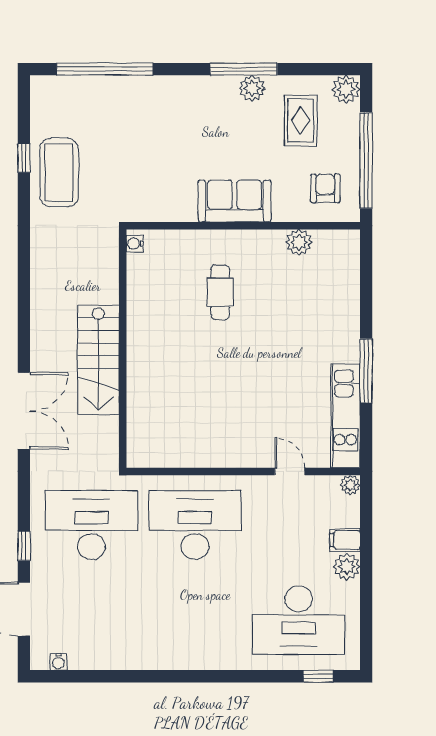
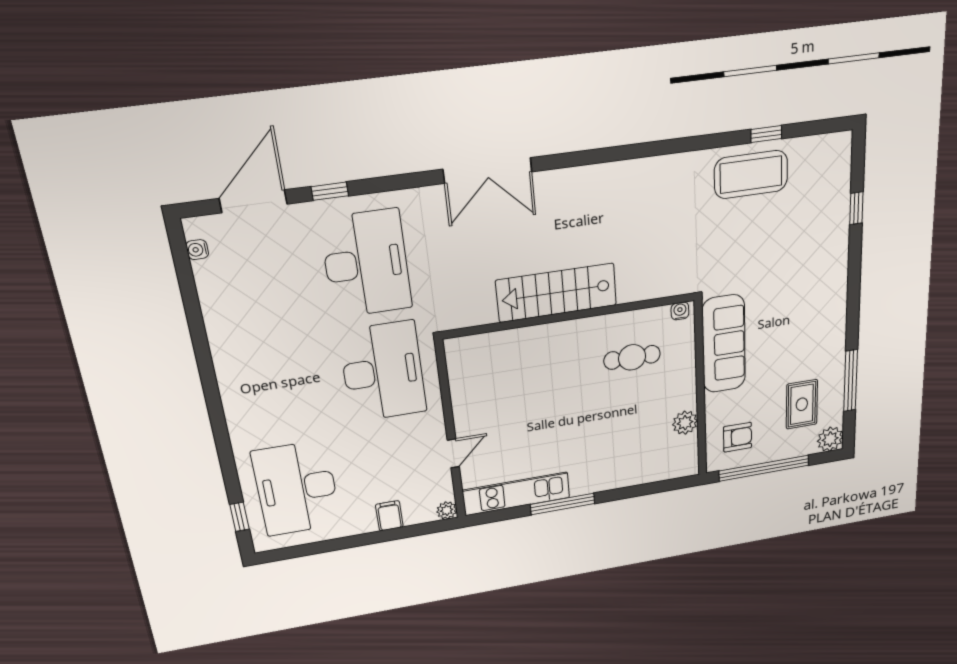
window: (105, 69) -> (856, 208), width x0.32
window: (244, 69) -> (851, 381), moved
plant: (252, 88) -> (833, 355), removed
rug: (301, 120) -> (802, 404), turned 90
sofa: (235, 201) -> (724, 344), width x1.36
water cooler: (135, 244) -> (680, 311), moved
wall: (123, 349) -> (570, 316), moved
stairs: (98, 360) -> (557, 293), moved
plant: (347, 567) -> (362, 522), removed

